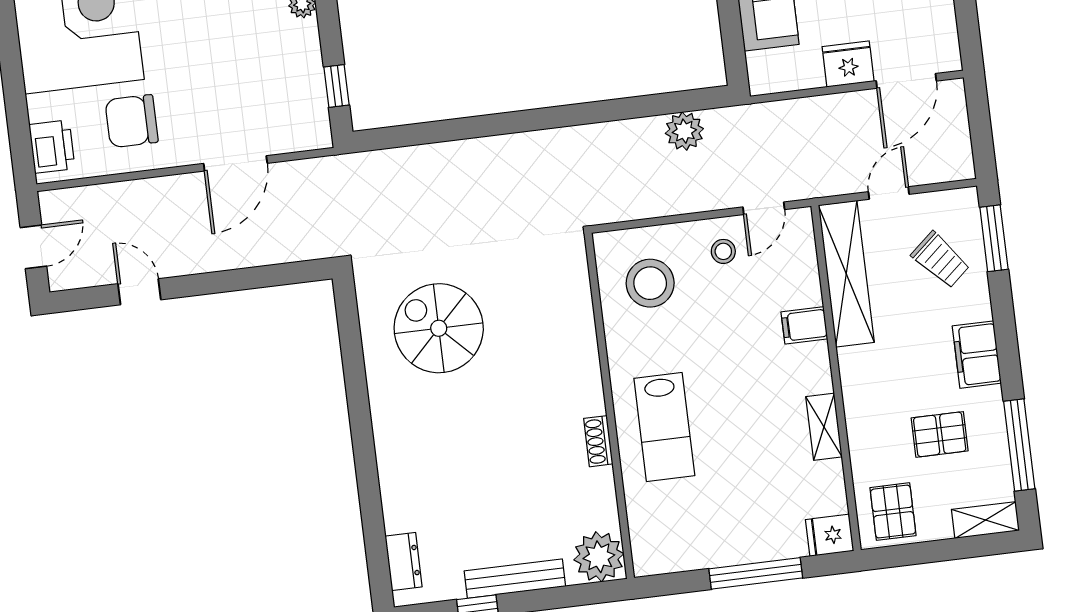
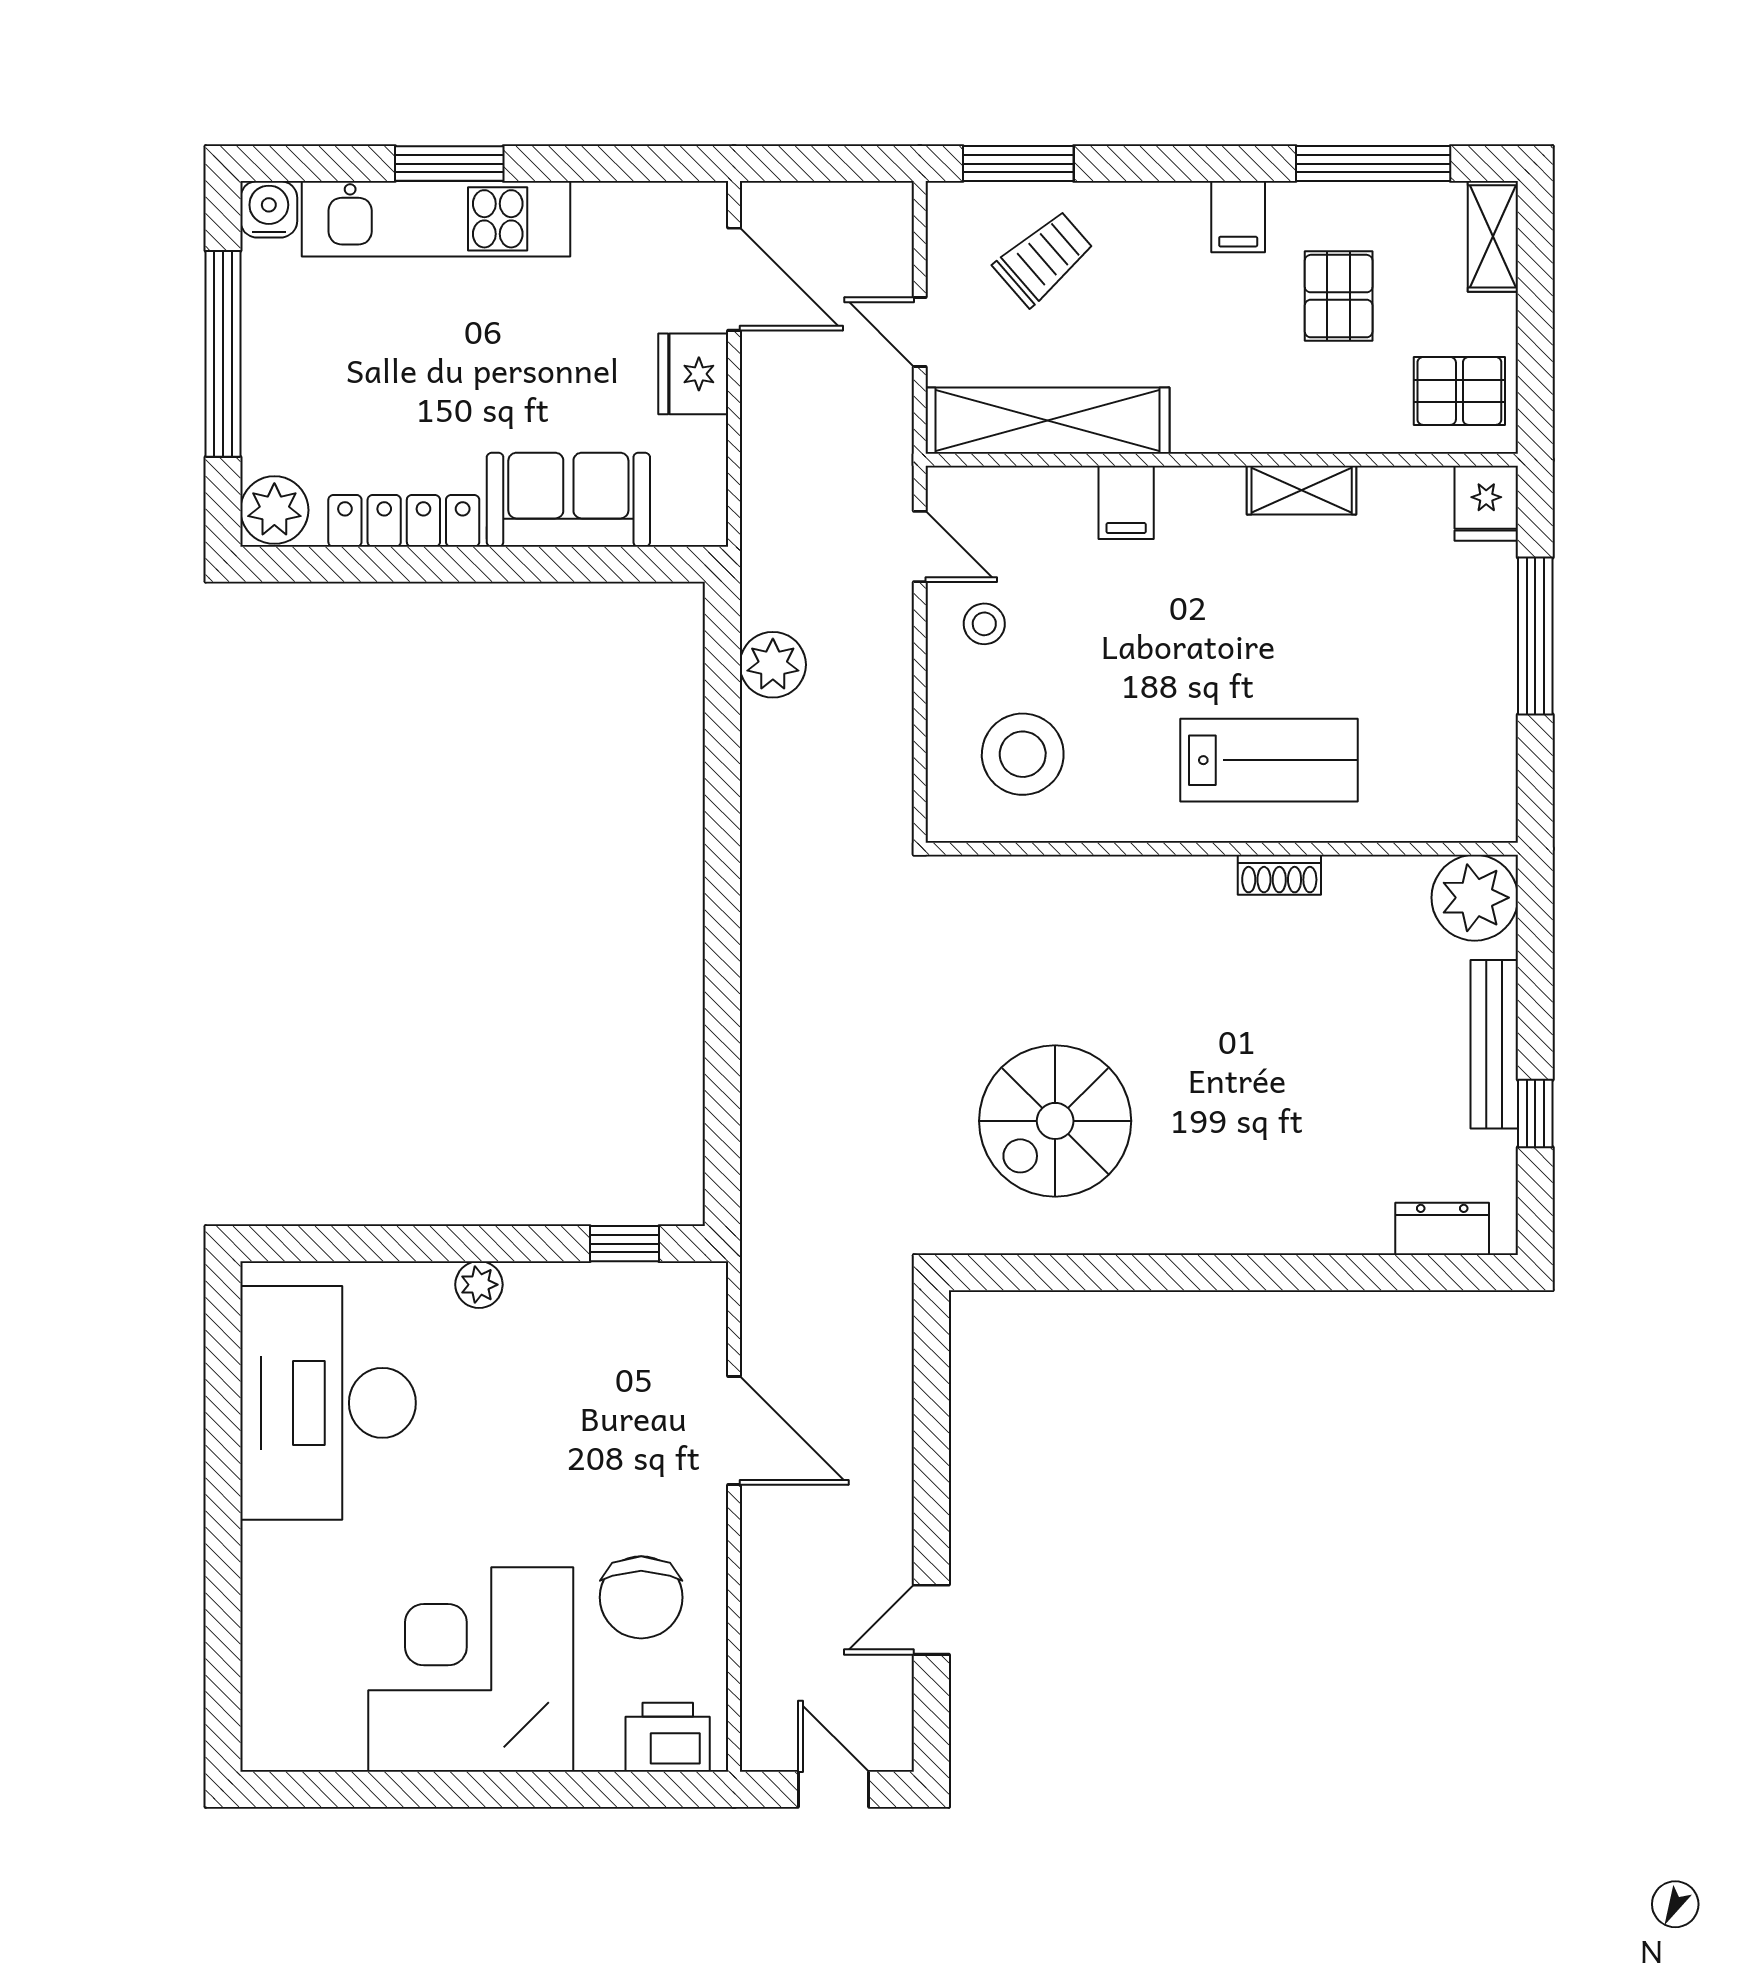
filing cabinet: (977, 355) -> (1238, 217), width x0.50

